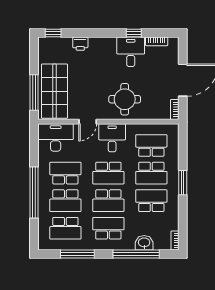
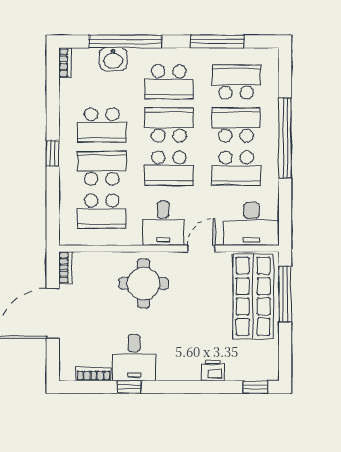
school desk: (108, 173) -> (169, 168), turned 180
window: (183, 183) -> (53, 153), width x0.67

